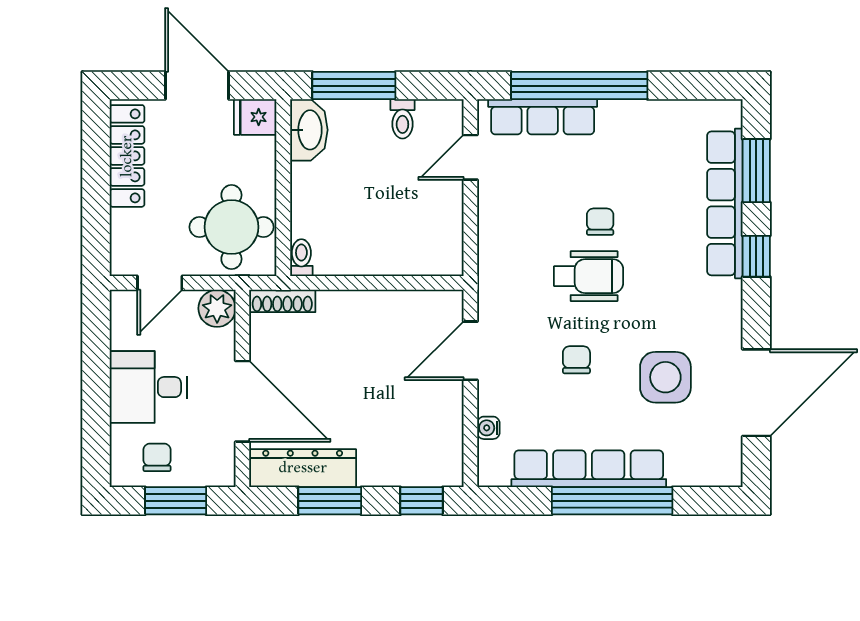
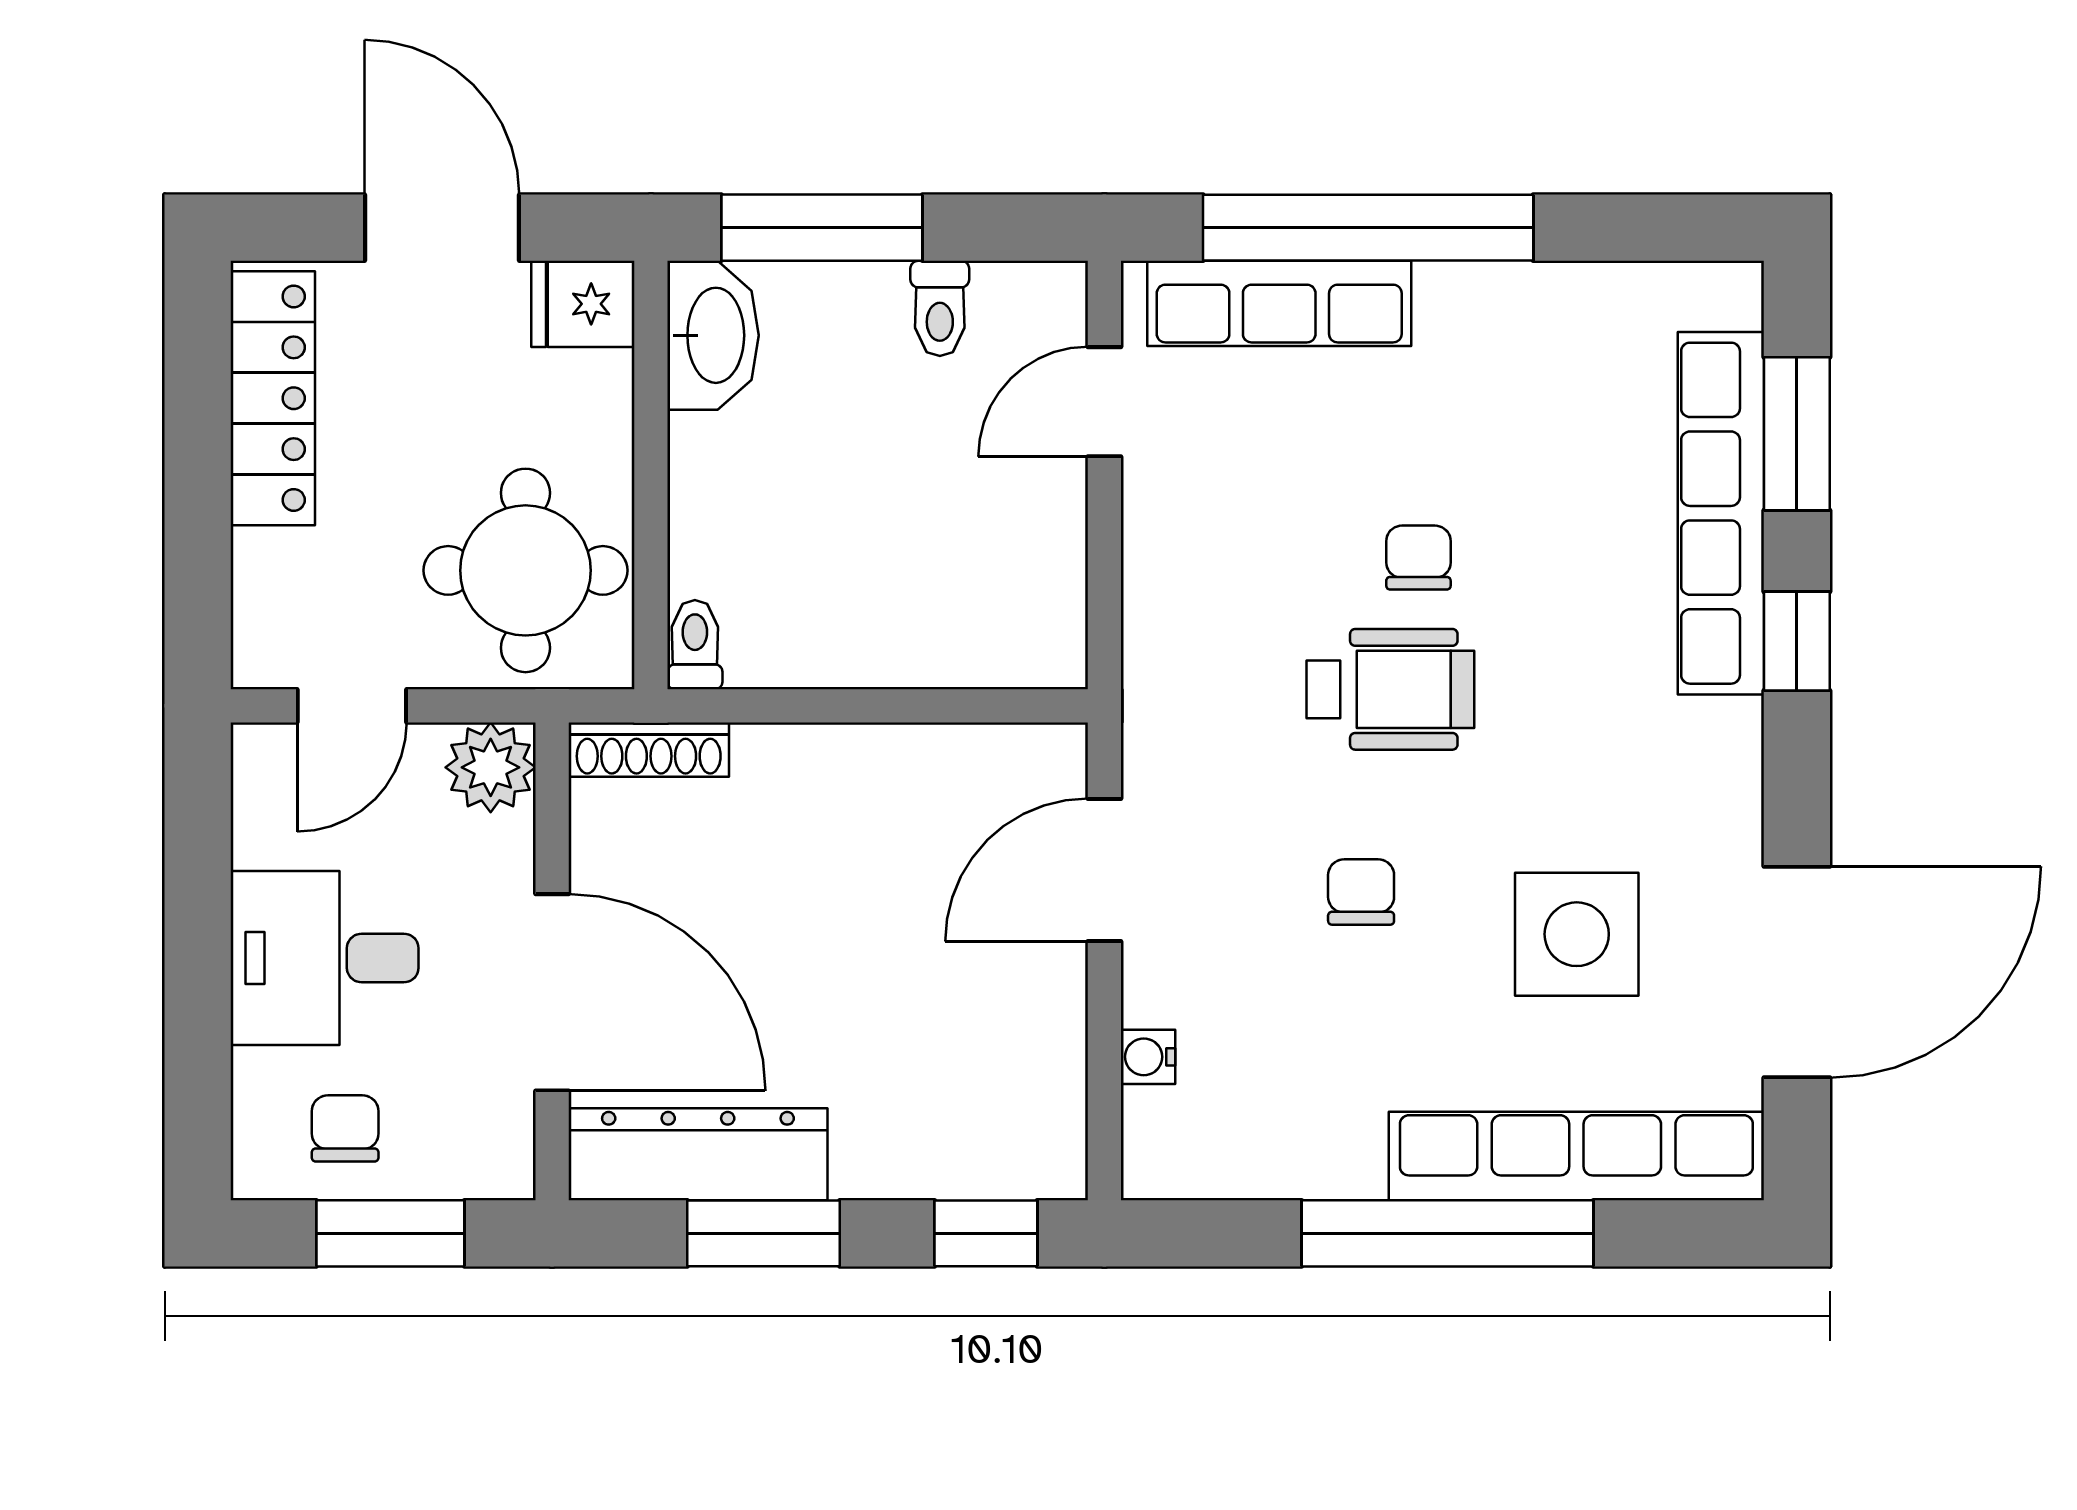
row of seats: (589, 469) -> (1576, 1156), moved

